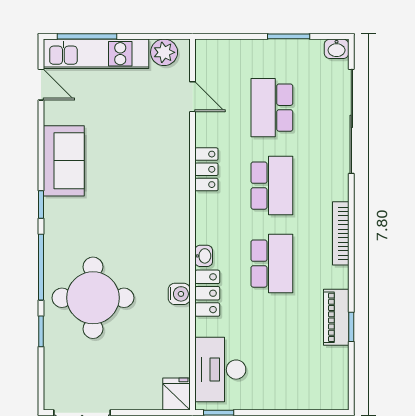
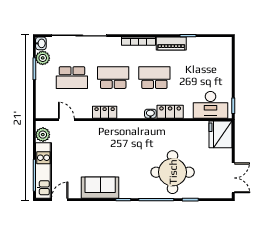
plant: (309, 52) -> (43, 58), added
door: (192, 97) -> (66, 120), hinge flipped
water cooler: (179, 294) -> (170, 127), removed
piano: (336, 317) -> (171, 44), moved
fridge: (177, 394) -> (221, 134), width x1.88, depth x1.34

